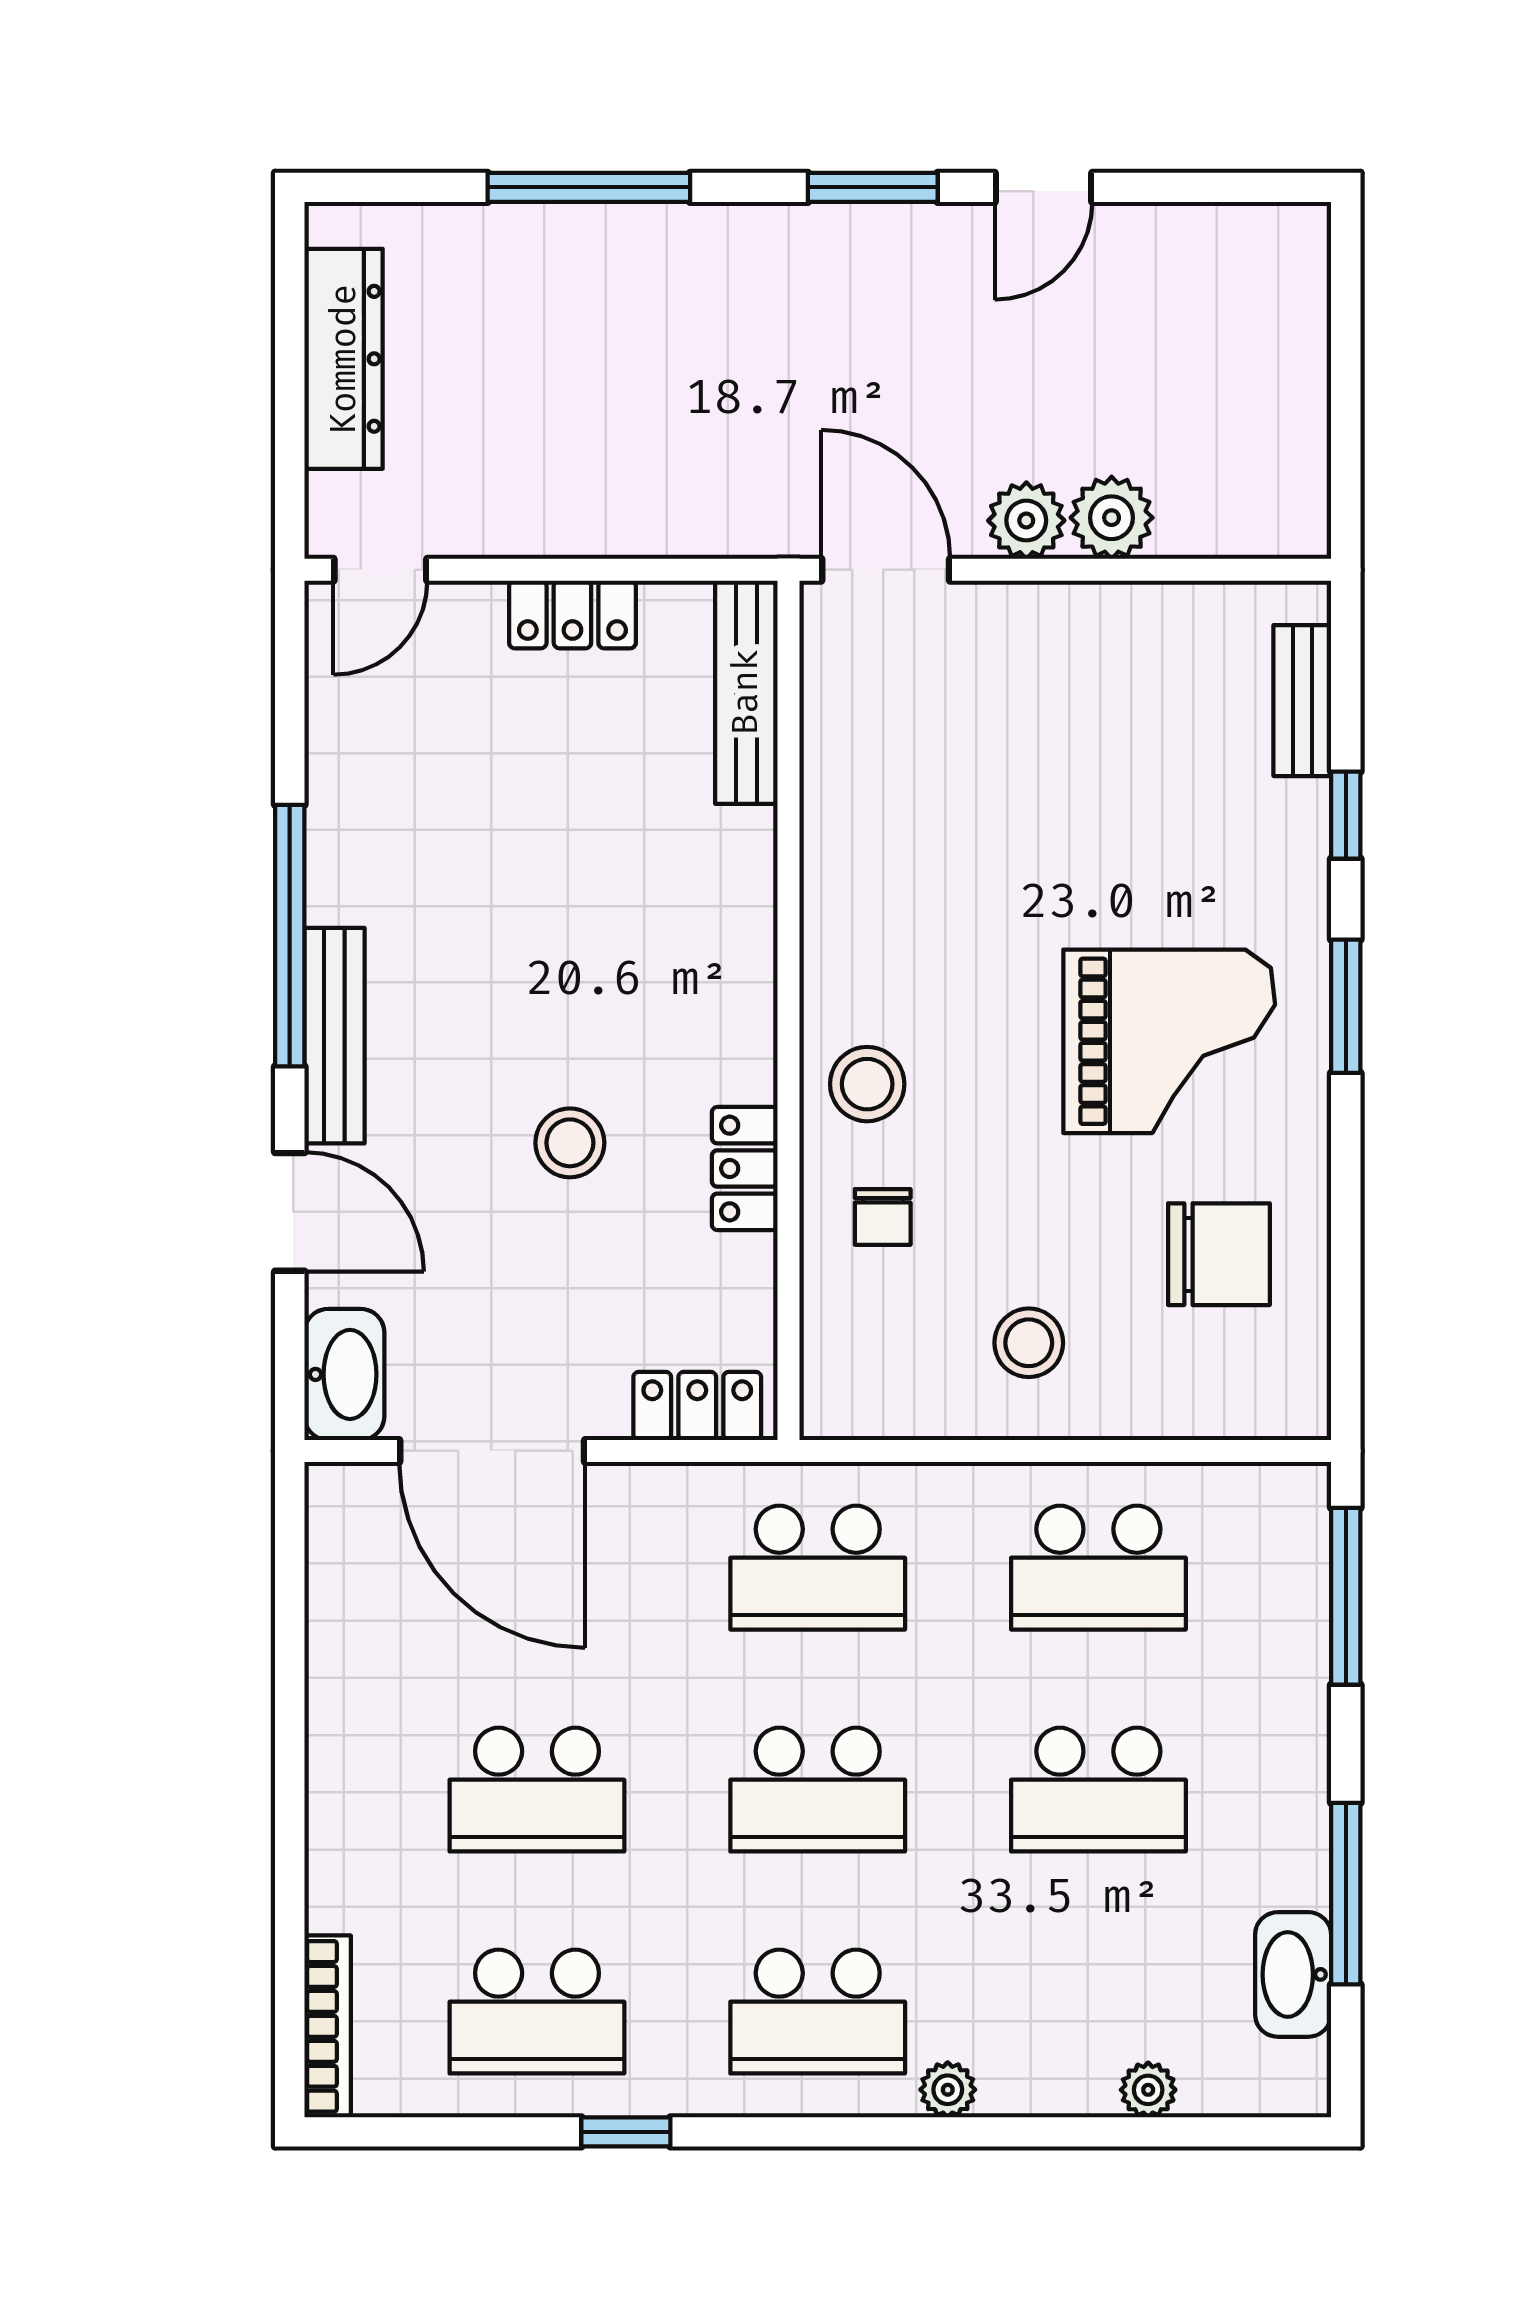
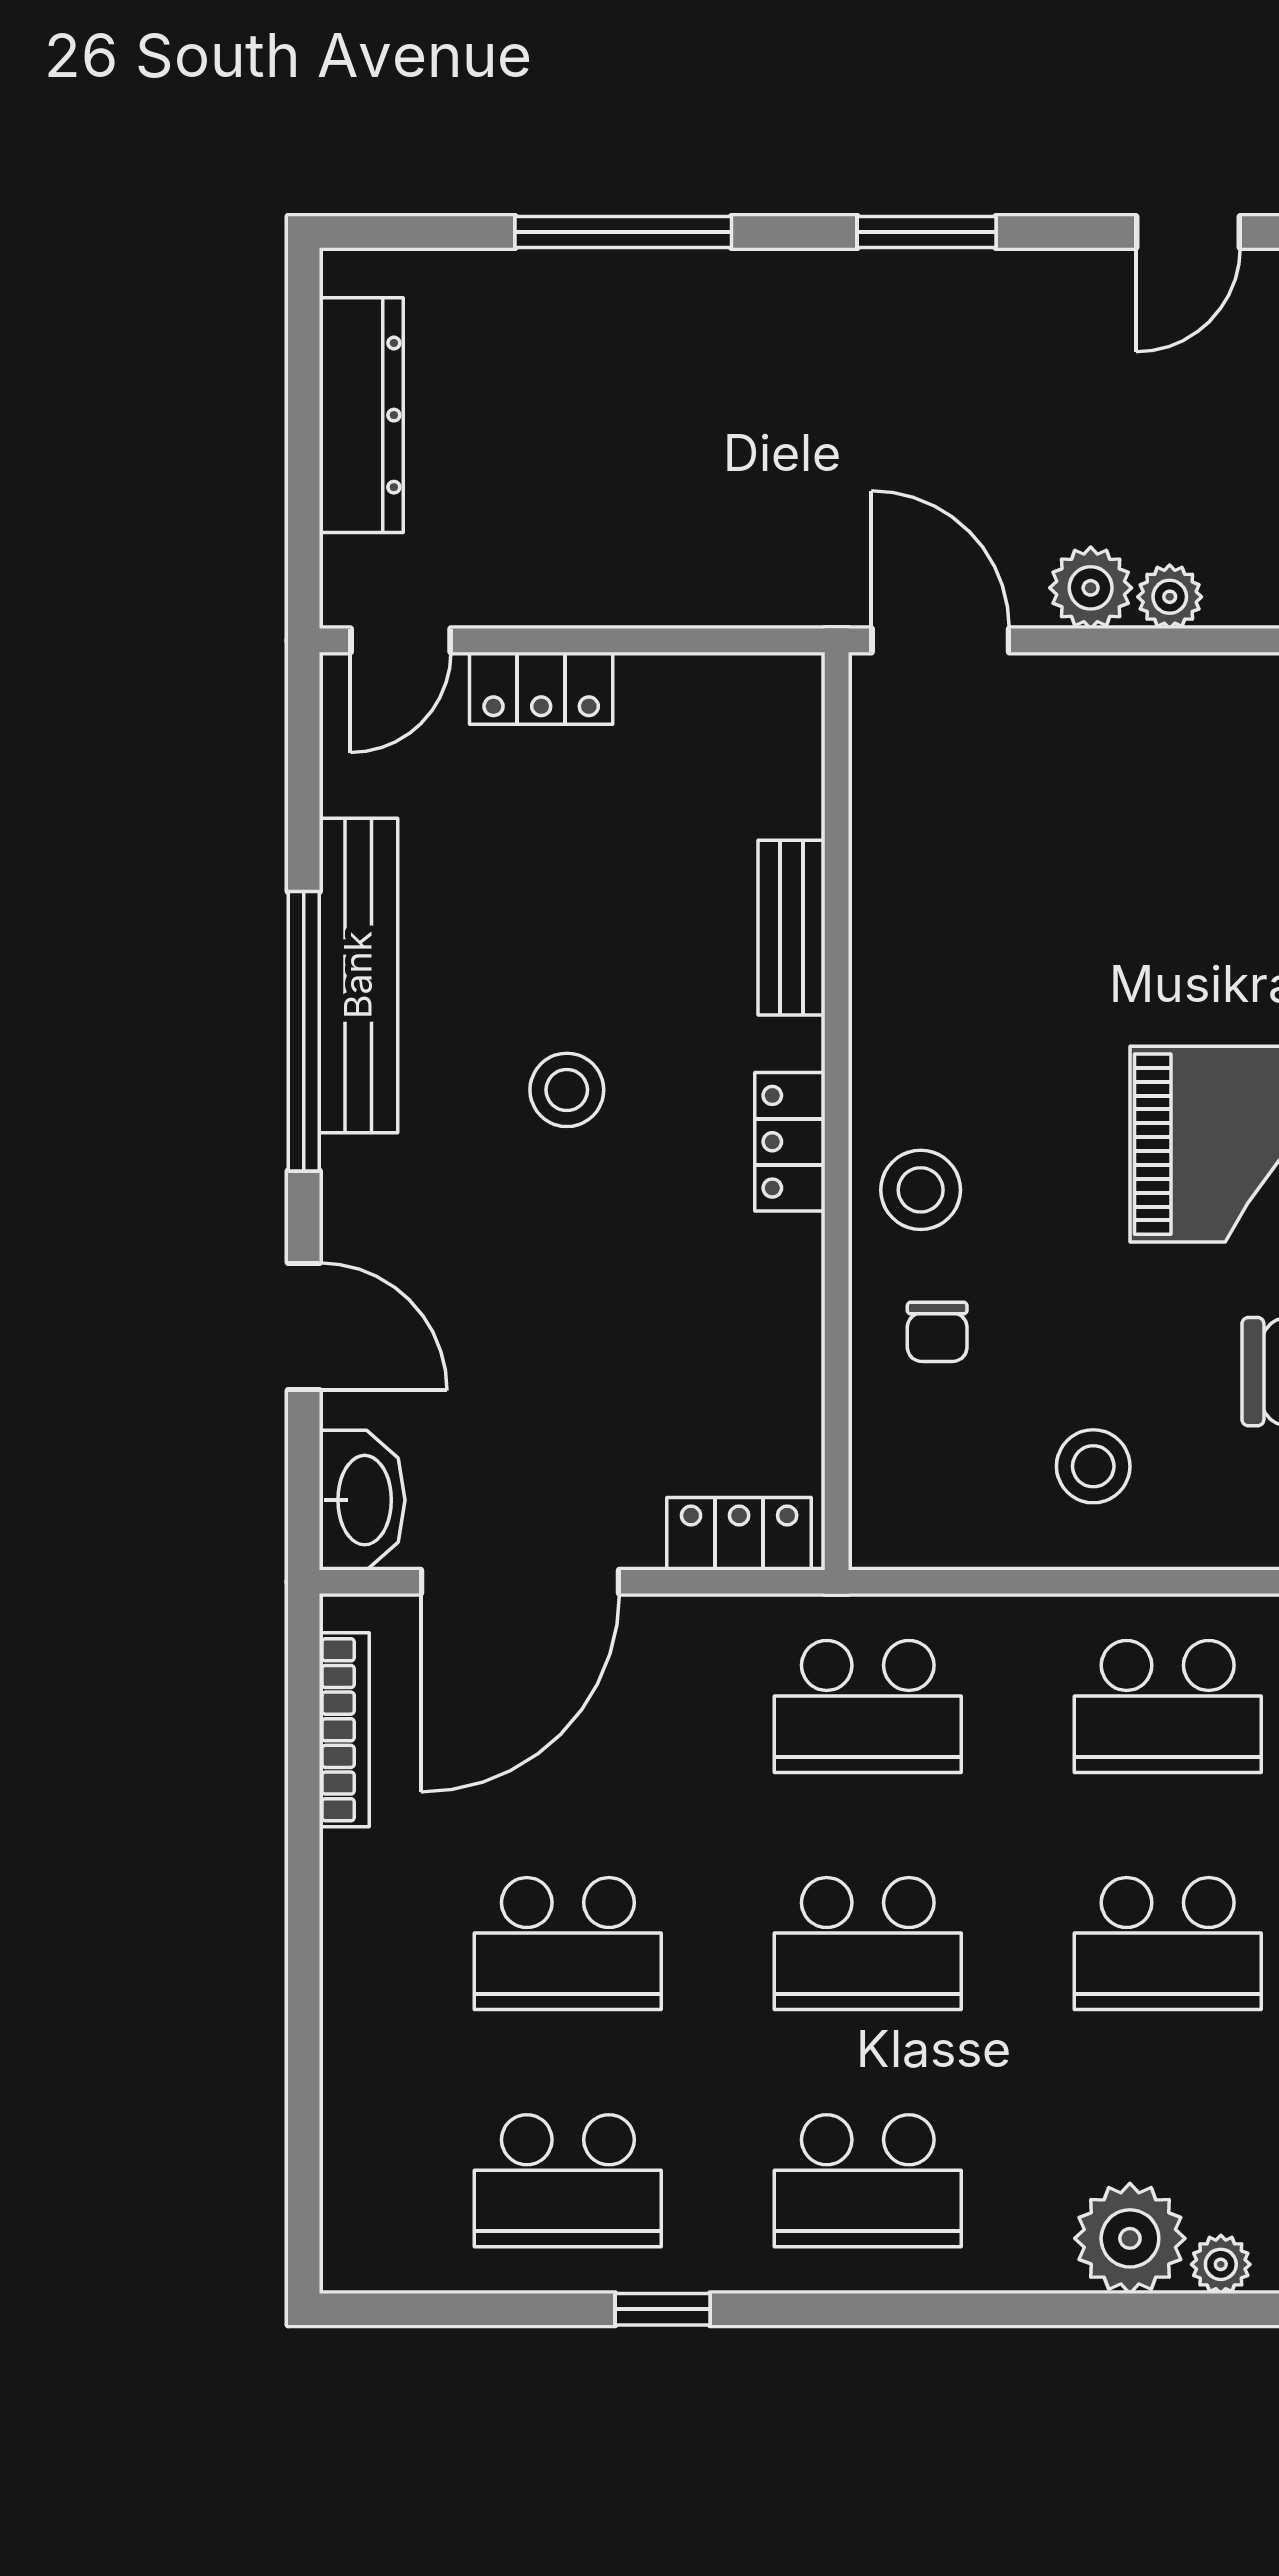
door: (1043, 187) -> (1188, 232), moved
plant: (1112, 518) -> (1170, 597), width x0.73, depth x0.73
locker: (572, 614) -> (541, 688), moved
bench: (746, 692) -> (792, 928), moved, width x0.73
bench: (334, 1036) -> (358, 975), moved, width x1.37, depth x1.21
stool: (570, 1143) -> (567, 1090), moved
locker: (745, 1168) -> (790, 1142), moved
door: (492, 1451) -> (520, 1582), hinge flipped
bookcase: (328, 2026) -> (344, 1730), moved
plant: (948, 2090) -> (1130, 2238), moved, width x1.88, depth x1.88

